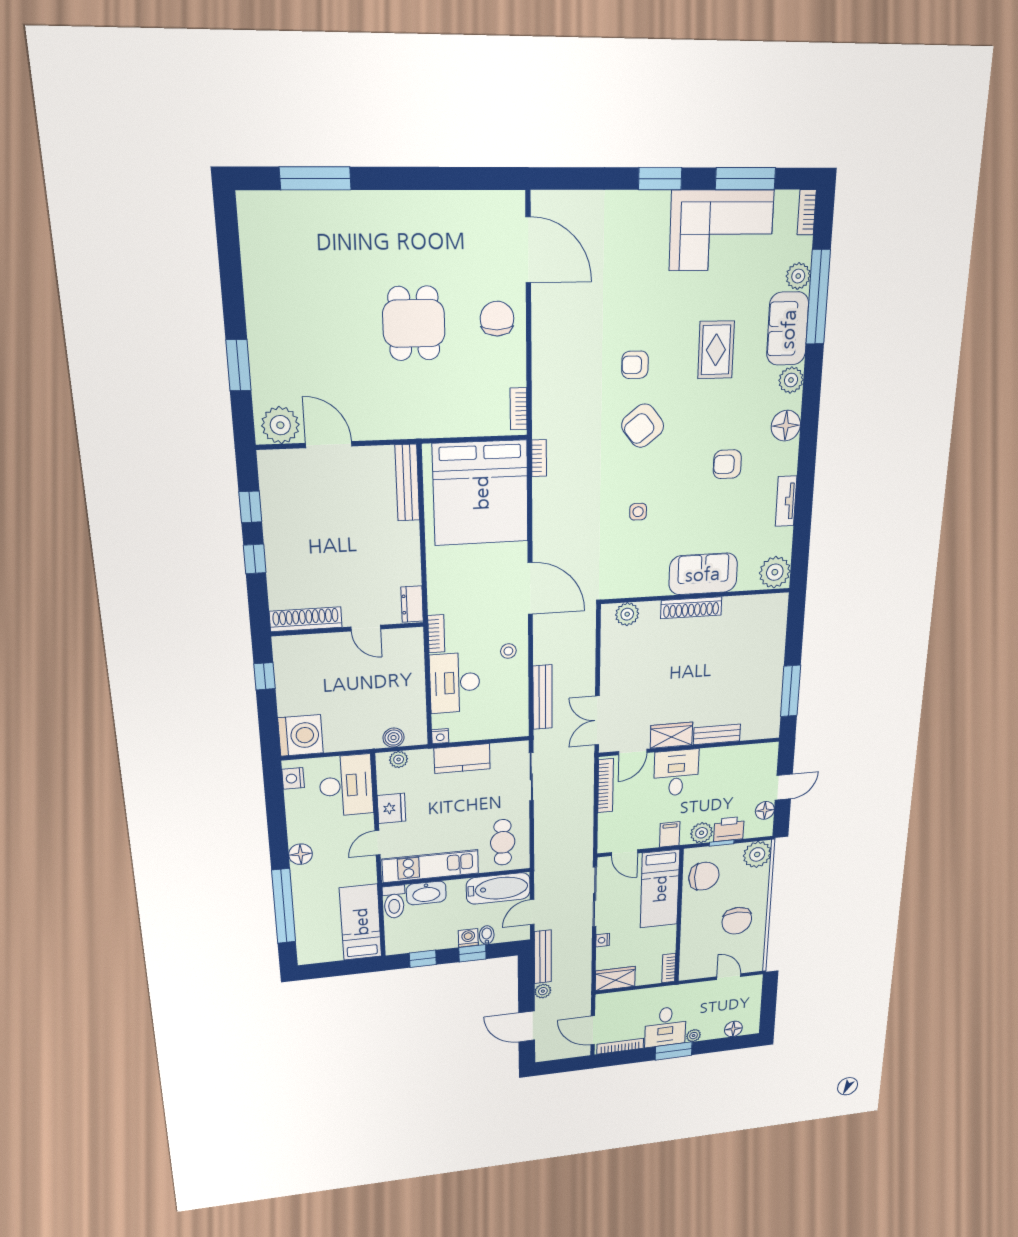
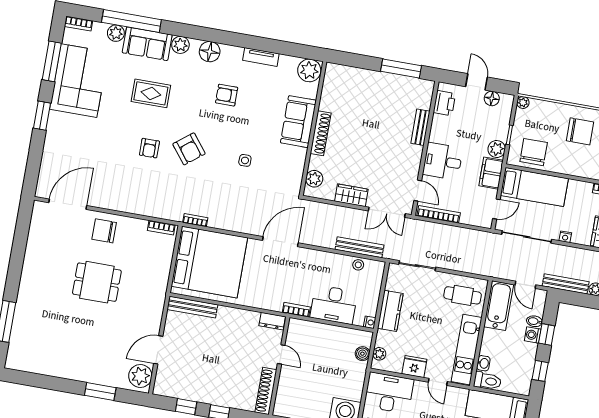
armchair: (727, 464) -> (227, 95), turned 90
door: (366, 628) -> (281, 354), hinge flipped
stool: (508, 651) -> (358, 265), moved
wardrobe: (671, 735) -> (351, 195), moved, turned 90
printer: (729, 829) -> (444, 103), moved, turned 180
filing cabinet: (670, 834) -> (491, 173), width x2.00
plant: (757, 854) -> (523, 103), width x0.53, depth x0.53
washbasin: (426, 893) -> (483, 363), width x0.52, depth x0.69

